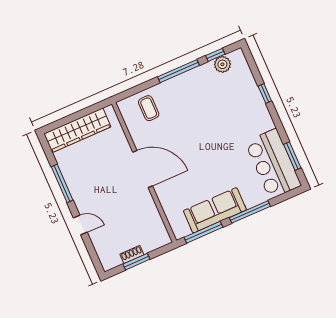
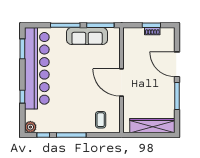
plant: (222, 64) -> (30, 127), moved
bar counter: (273, 164) -> (37, 68), width x1.86
door: (80, 225) -> (177, 64), width x1.87

